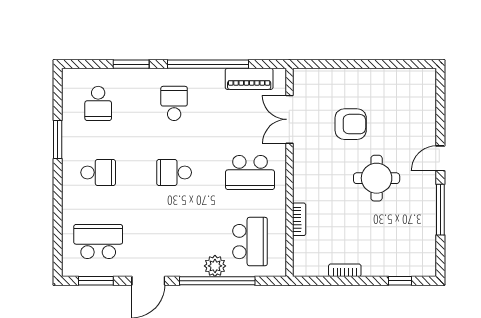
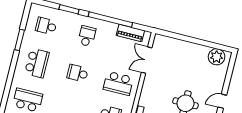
plant: (411, 83) -> (217, 57), added
school desk: (98, 103) -> (46, 26), turned 90
armchair: (351, 124) -> (179, 71), removed
school desk: (98, 172) -> (37, 63), width x1.85

